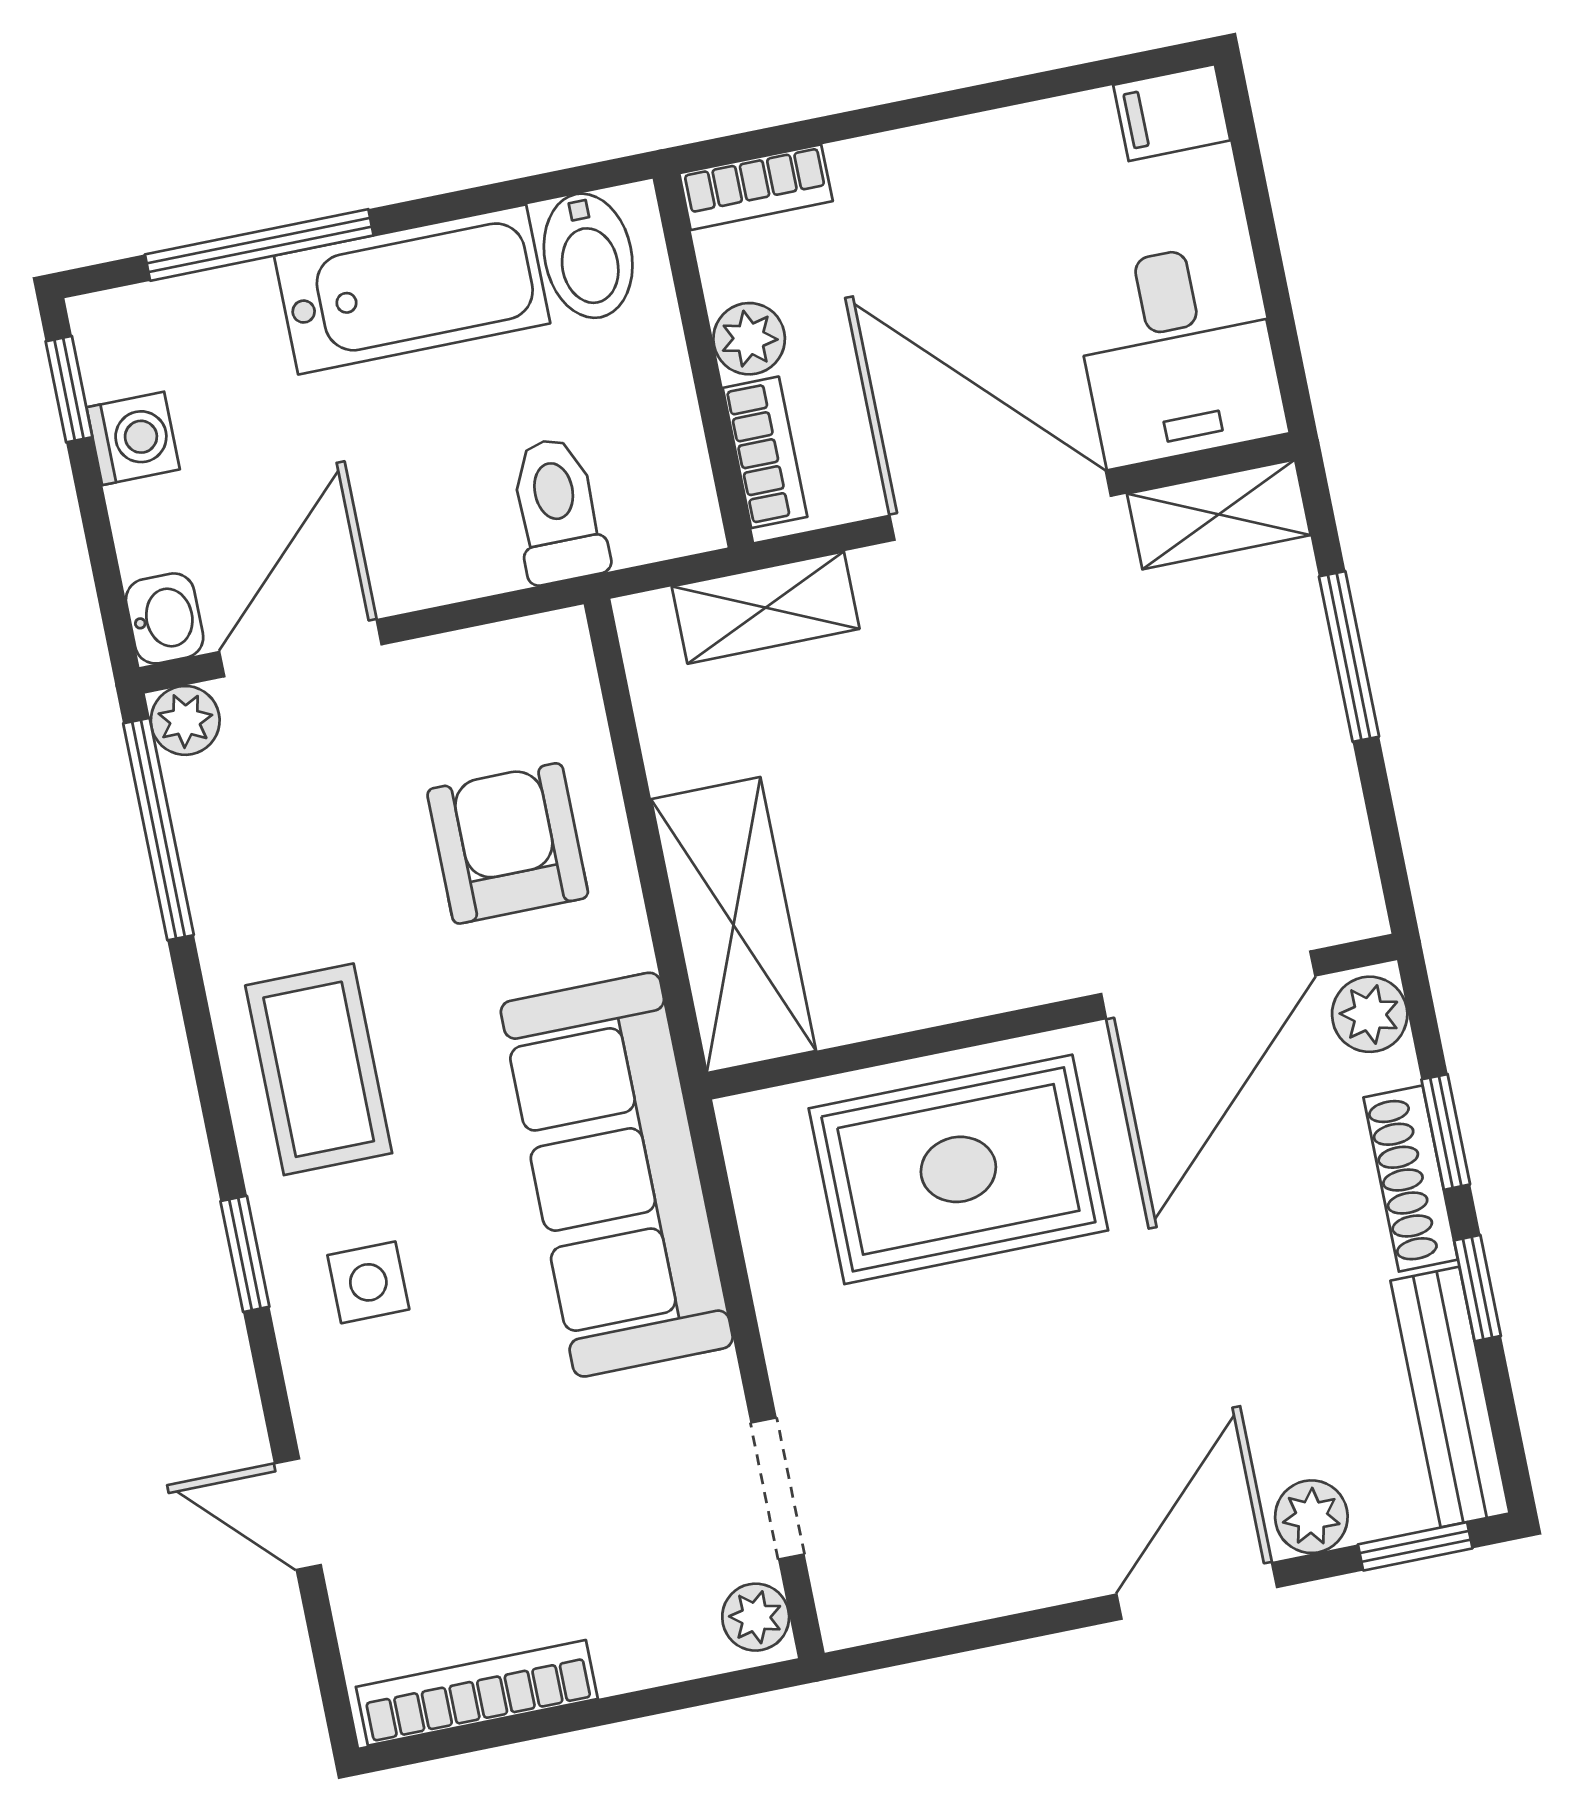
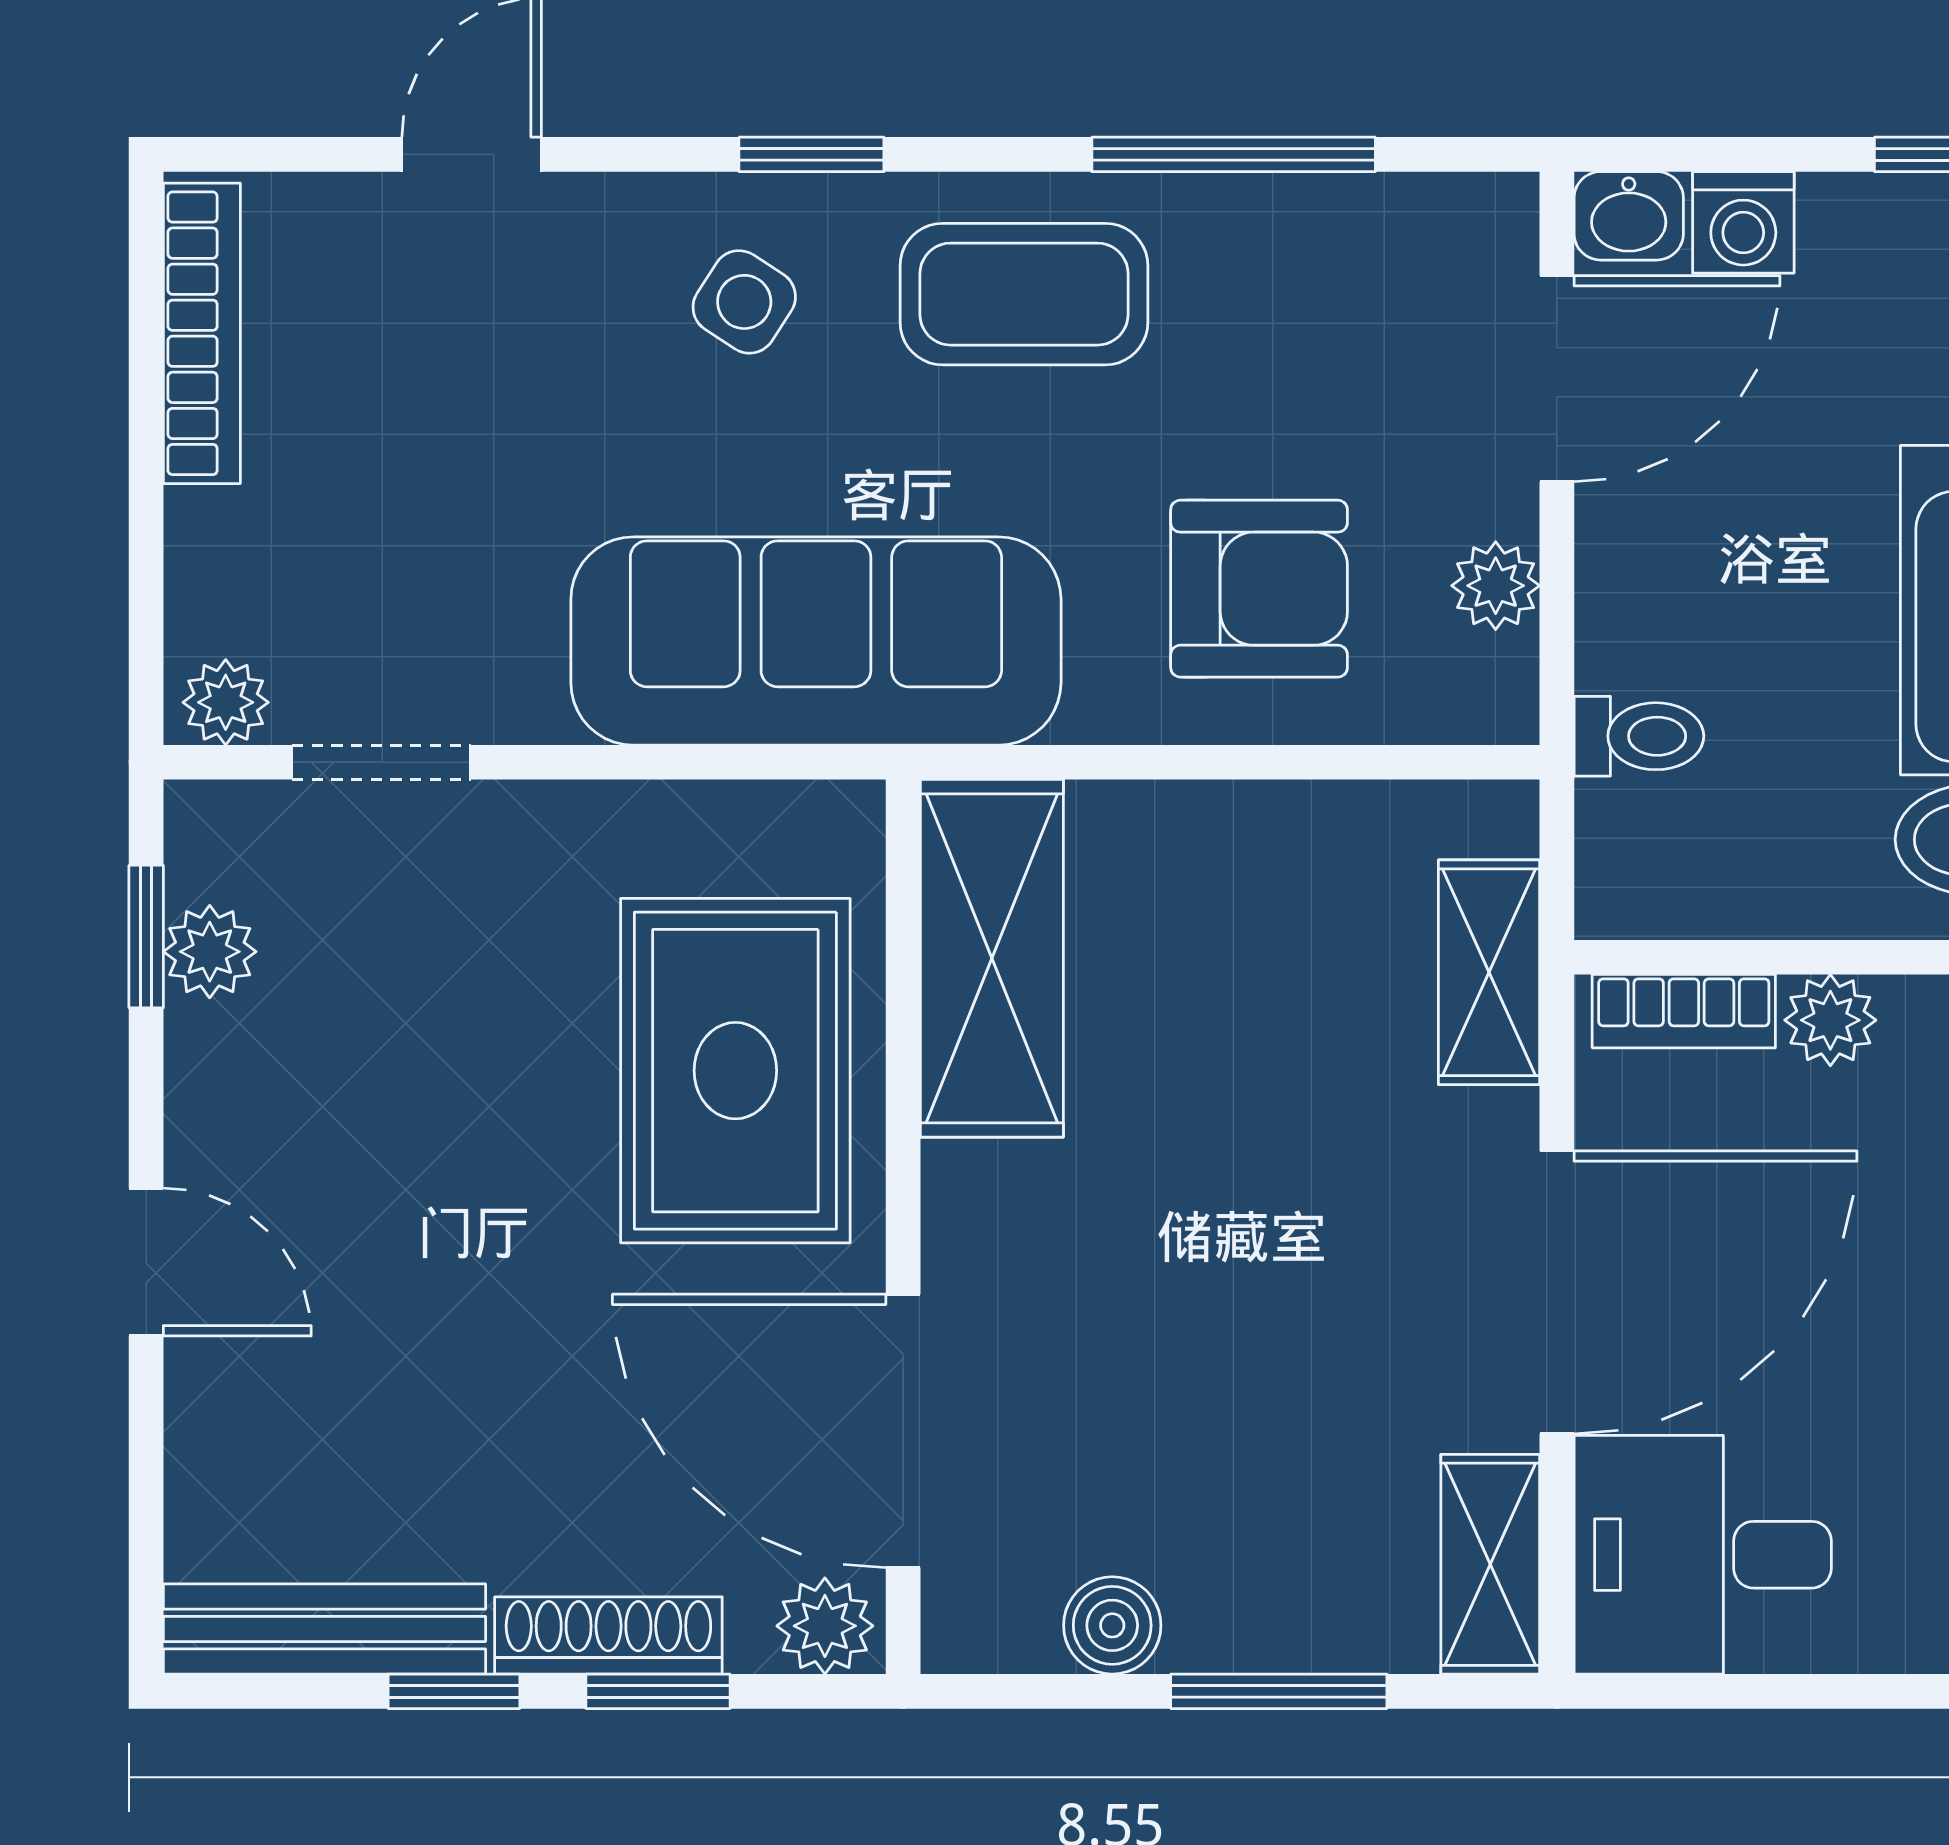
washing machine: (133, 438) -> (1743, 222), moved
toilet: (558, 510) -> (1639, 736), width x0.73, depth x0.72
door: (300, 648) -> (1557, 379), hinge flipped
plant: (185, 720) -> (1496, 586), moved
boiler: (1324, 794) -> (1112, 1625), added
window: (159, 829) -> (1234, 154), moved
shelving: (734, 925) -> (992, 958), moved, turned 90
side table: (368, 1282) -> (744, 302), turned 33
plant: (1311, 1517) -> (210, 952), moved
window: (1415, 1546) -> (146, 937), moved
door: (1197, 1591) -> (146, 1262), width x0.73

